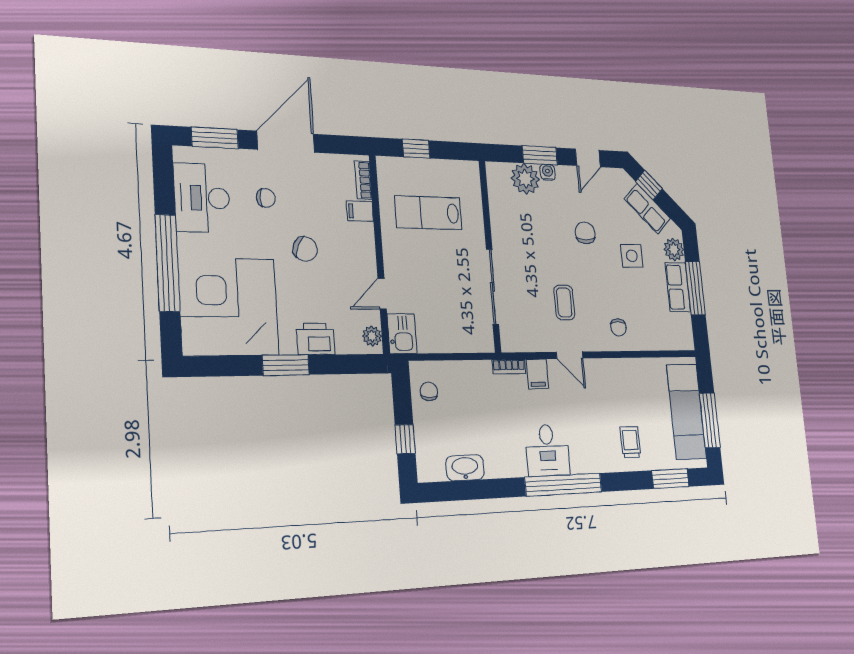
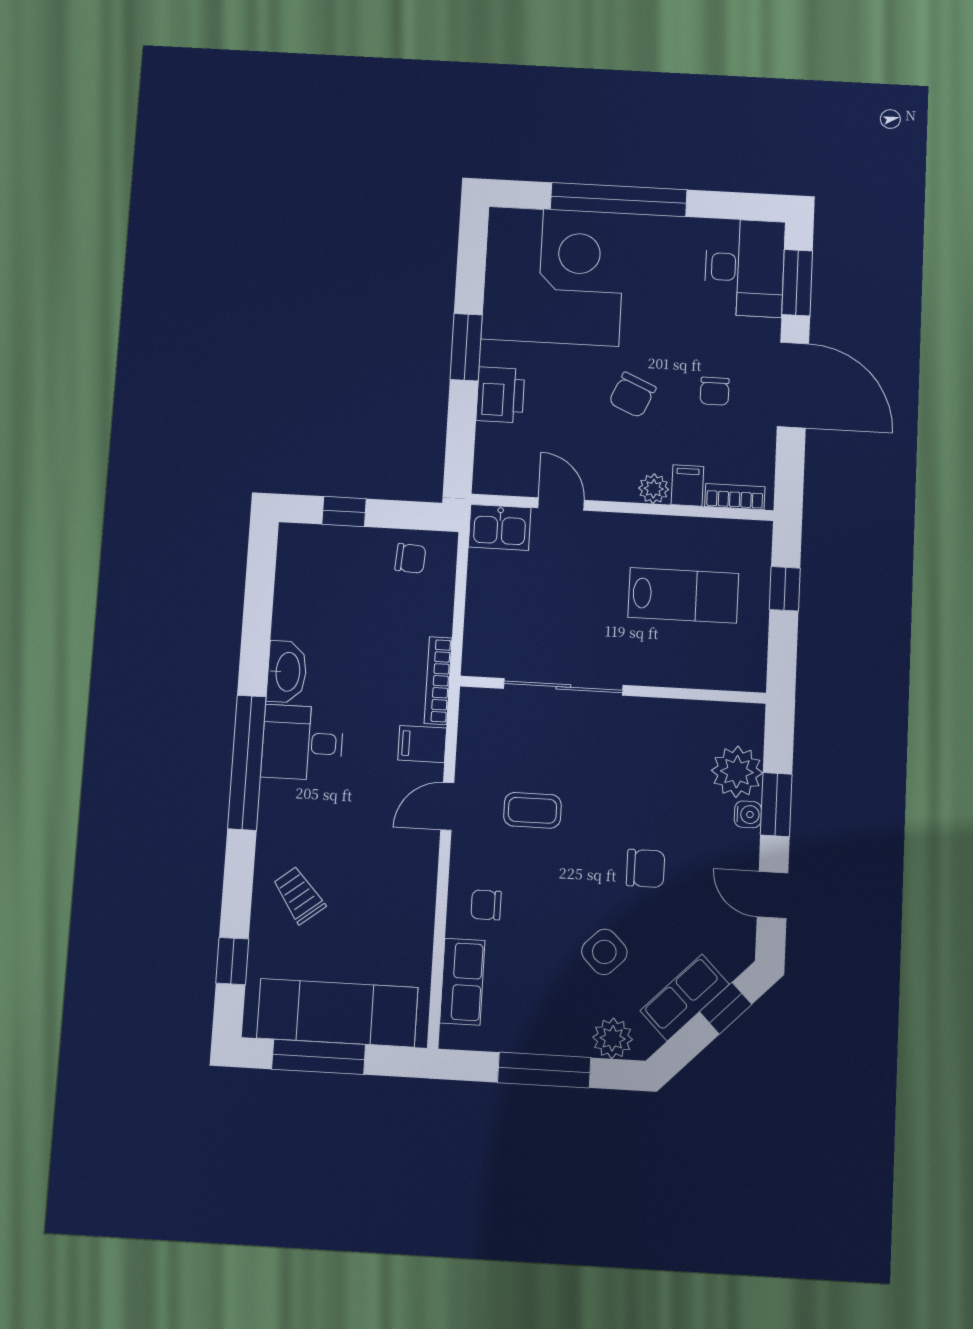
desk: (202, 198) -> (744, 268), moved, turned 90
chair: (266, 198) -> (715, 391), moved
lab bench: (428, 213) -> (683, 595), turned 90
side table: (632, 256) -> (604, 952), turned 45
row of seats: (678, 287) -> (462, 982), moved, turned 90
plant: (372, 336) -> (654, 489), moved
bookcase: (509, 367) -> (438, 681), width x1.56
trolley: (630, 442) -> (299, 895), turned -128
washbasin: (465, 468) -> (287, 672), moved
window: (670, 479) -> (232, 961), width x0.67

